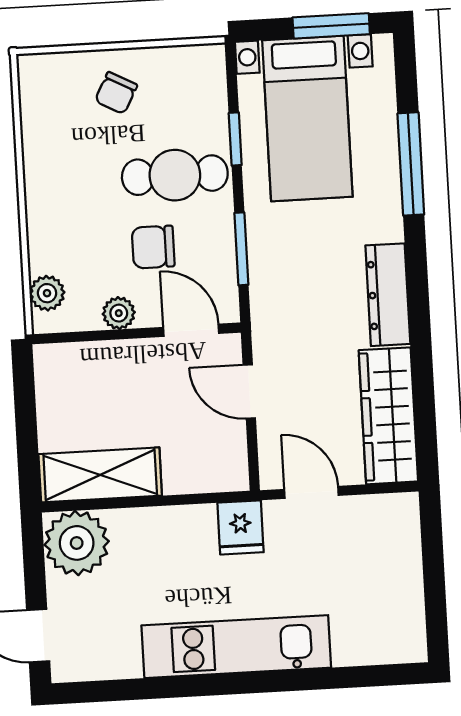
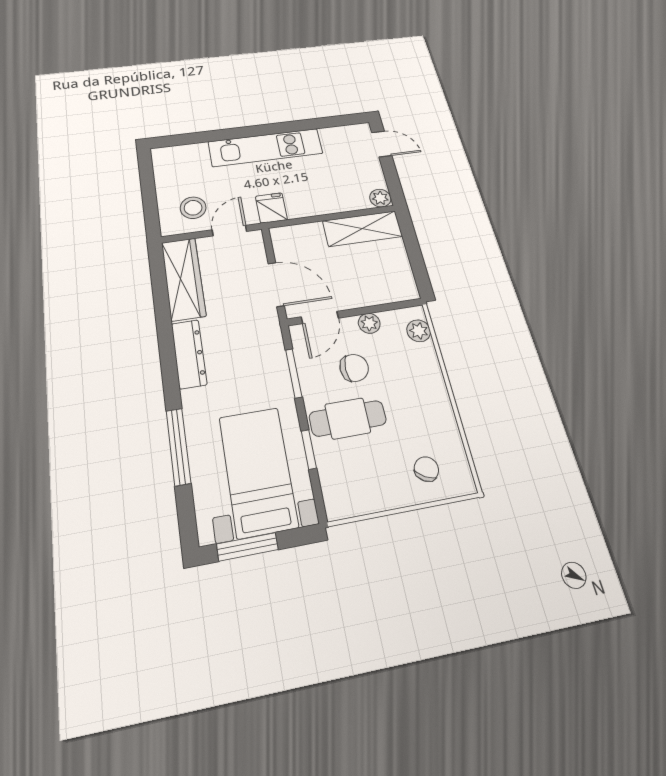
chair: (116, 93) -> (426, 469), moved
door: (191, 330) -> (320, 318), hinge flipped
door: (249, 391) -> (276, 284), width x1.38
door: (311, 492) -> (229, 231), swing flipped
stool: (365, 540) -> (193, 208), added
plant: (77, 543) -> (380, 198), width x0.53, depth x0.53

